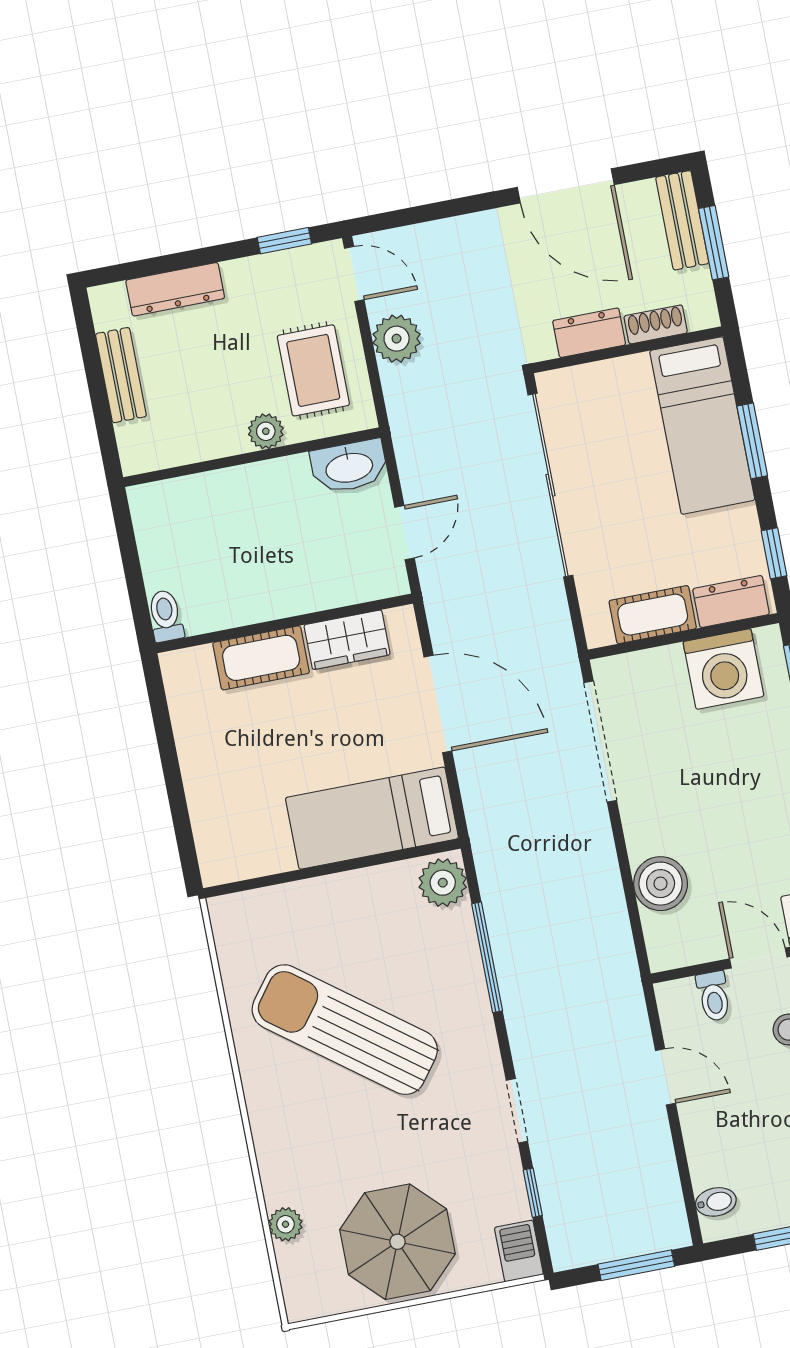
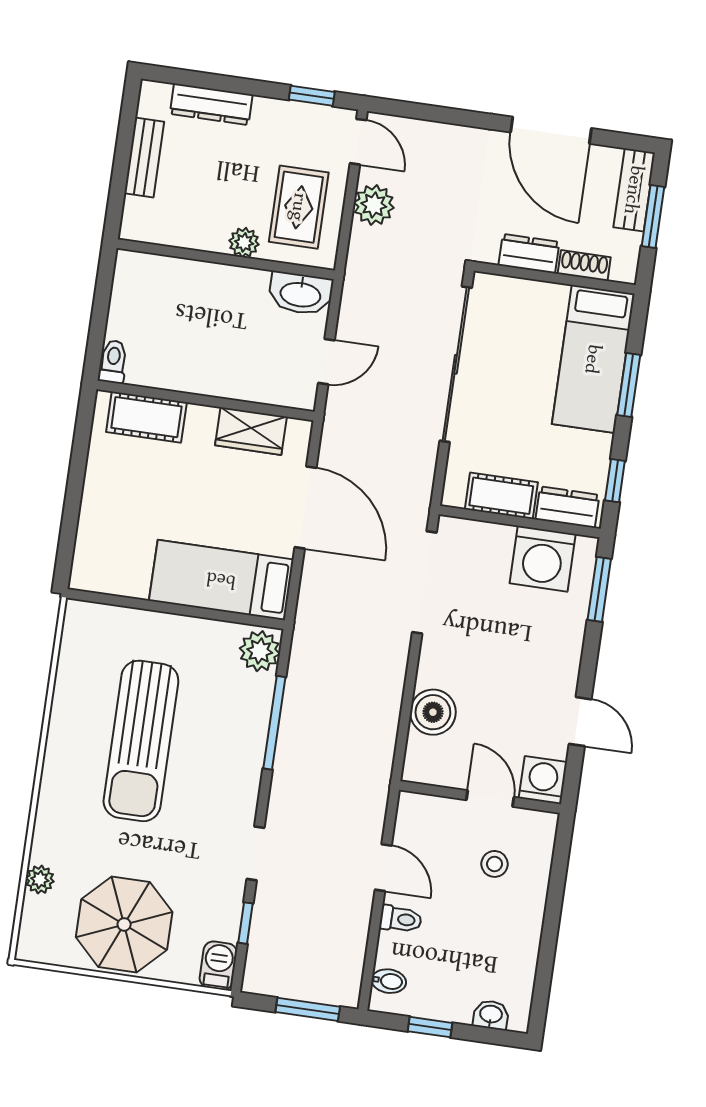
cot: (261, 658) -> (146, 417), moved
toilet: (714, 996) -> (401, 919), moved, turned -90
sun lounger: (345, 1030) -> (141, 741), turned -127

